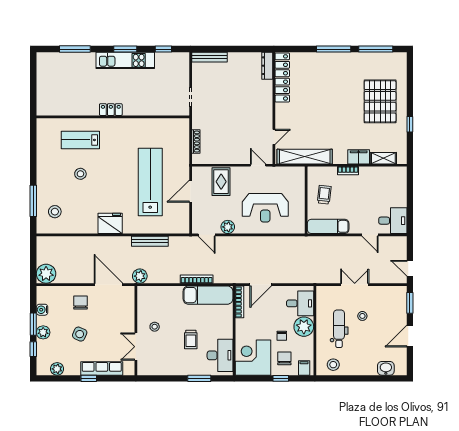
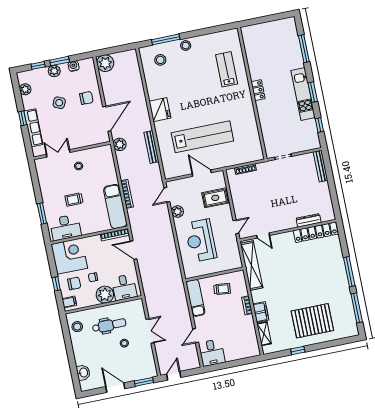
dresser: (267, 66) -> (309, 220), moved
stool: (80, 174) -> (186, 46), moved

